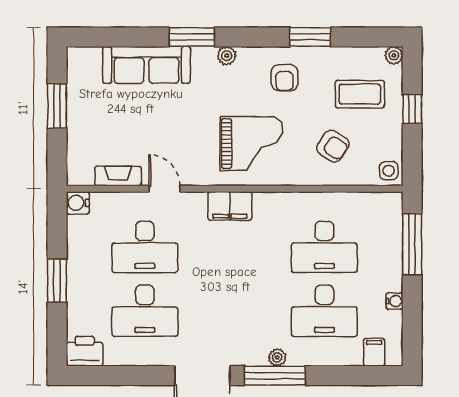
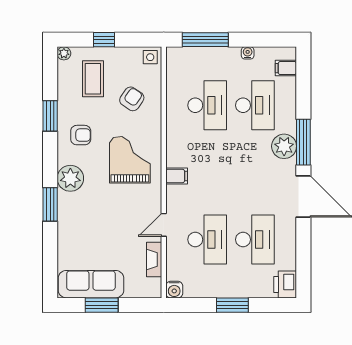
plant: (227, 56) -> (70, 178), width x1.88, depth x1.88
sofa: (147, 65) -> (91, 284), moved, turned -90
filing cabinet: (230, 206) -> (177, 176), width x0.50
plant: (277, 357) -> (284, 146), width x1.88, depth x1.88

